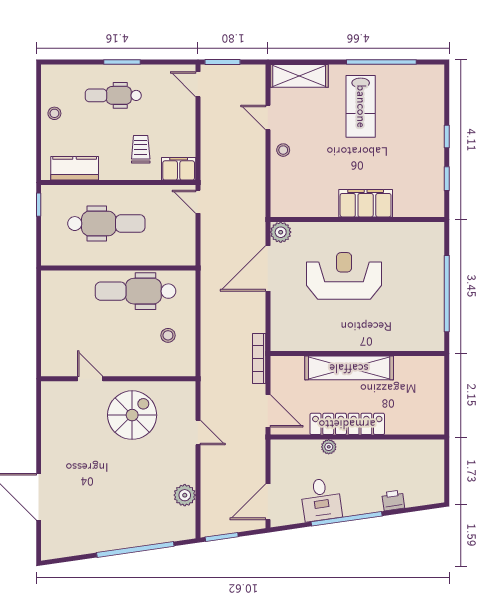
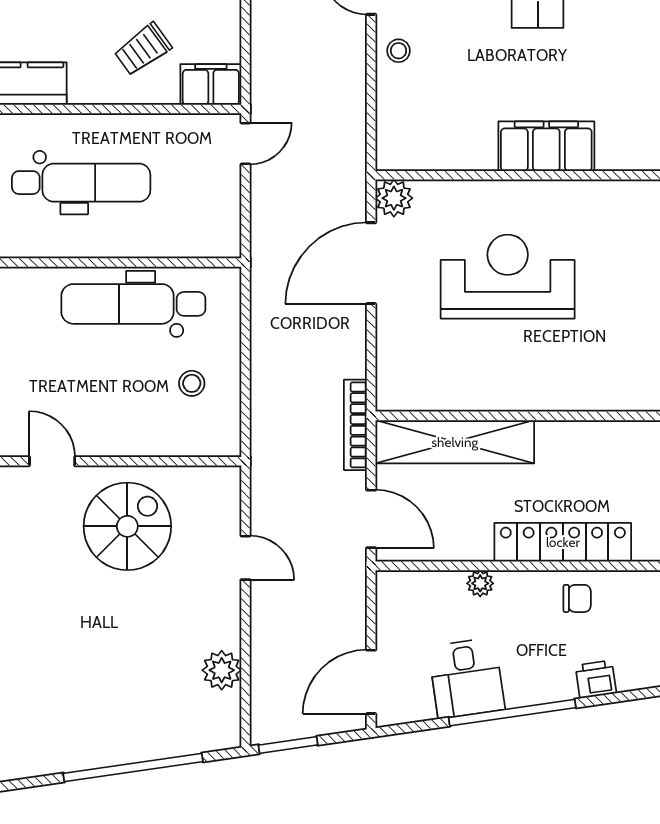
trolley: (141, 149) -> (143, 49), turned -126
door: (198, 202) -> (246, 144), swing flipped
shelving: (349, 368) -> (455, 442), moved
locker: (347, 424) -> (563, 542), moved
chair: (383, 455) -> (577, 598), added

